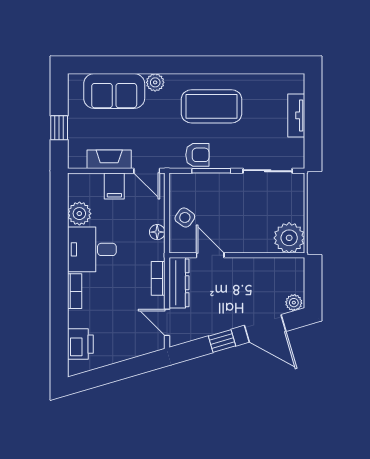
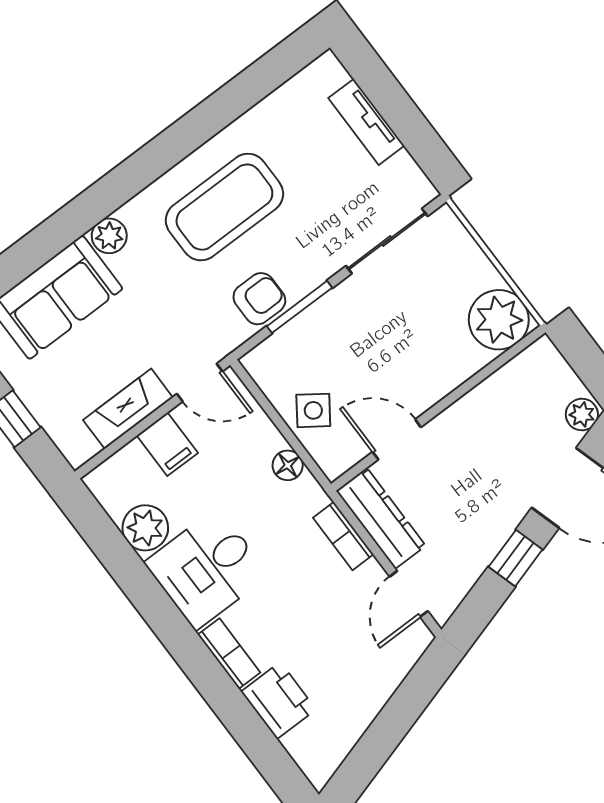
door: (167, 322) -> (409, 594), hinge flipped
printer: (80, 344) -> (278, 701), moved

